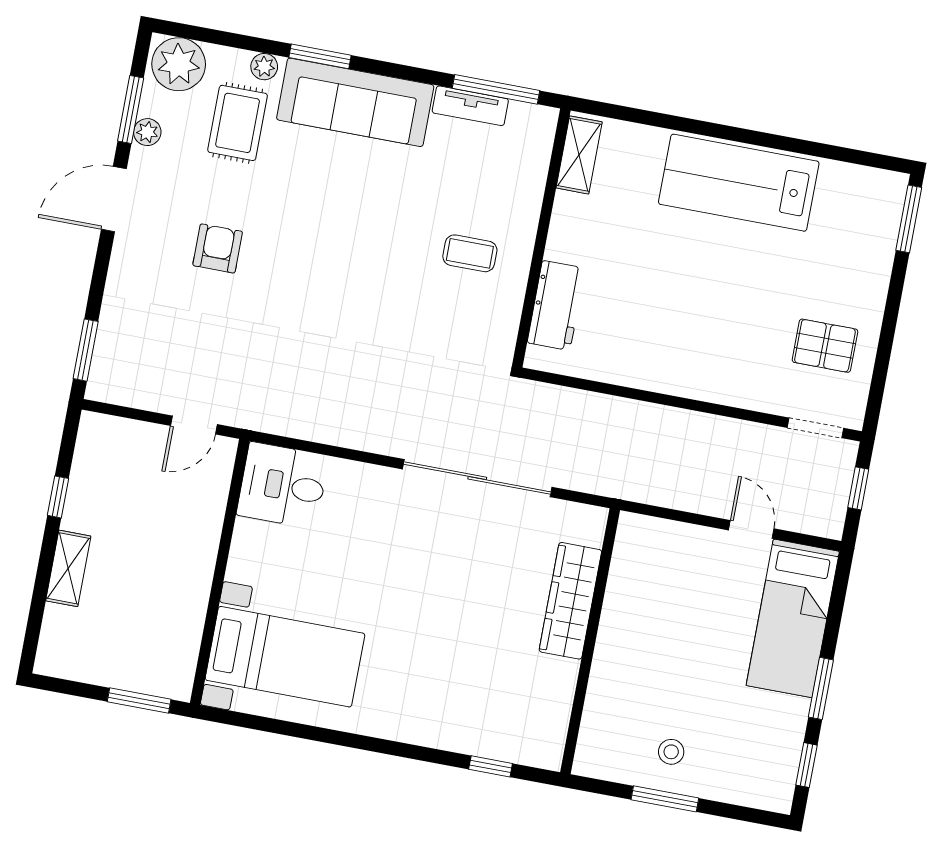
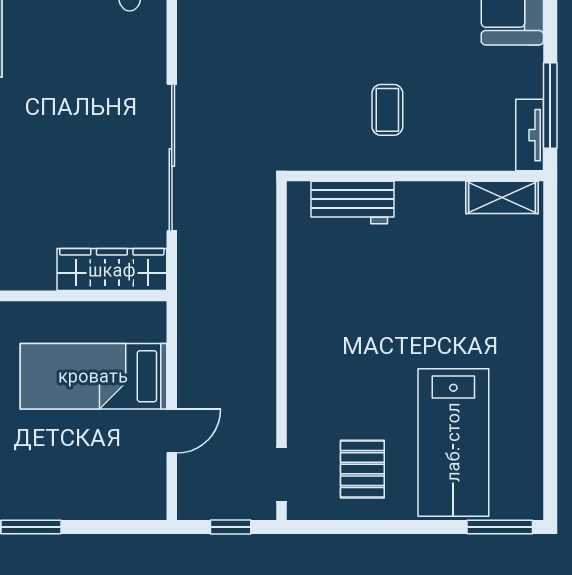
tv unit: (470, 106) -> (530, 135), moved
lab bench: (739, 183) -> (453, 442), moved, turned 180
wardrobe: (570, 601) -> (112, 270), moved
bed: (793, 618) -> (93, 376), moved

